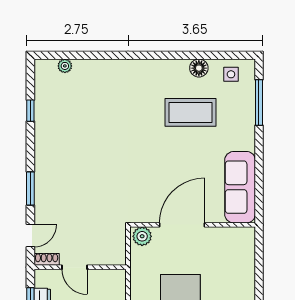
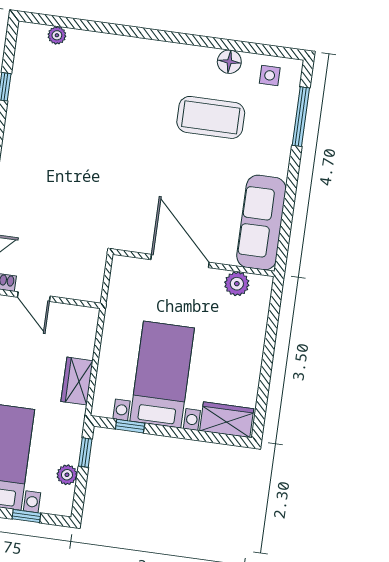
door: (182, 225) -> (180, 261), hinge flipped
plant: (142, 236) -> (237, 284), moved

